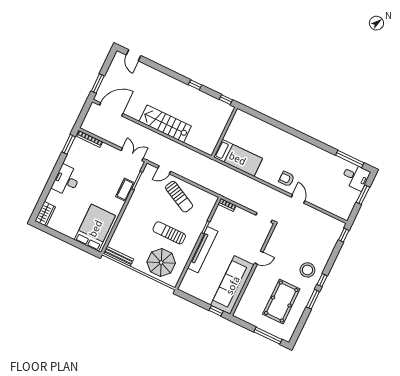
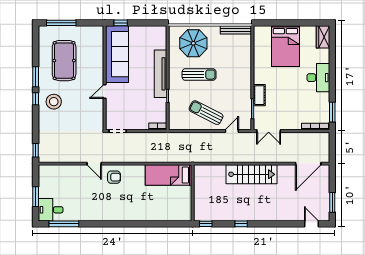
window: (98, 83) -> (332, 202), moved
bed: (95, 228) -> (285, 46), moved

